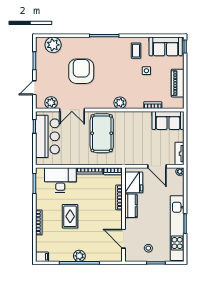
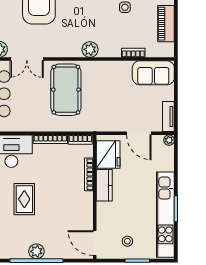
door: (124, 239) -> (95, 243), moved

